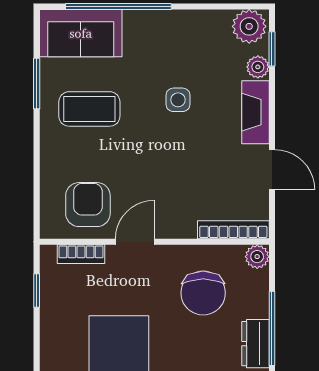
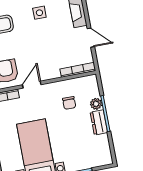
plant: (257, 257) -> (96, 104), moved
chair: (203, 293) -> (69, 103), width x0.54, depth x0.54

